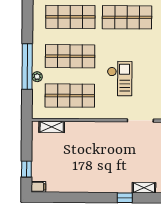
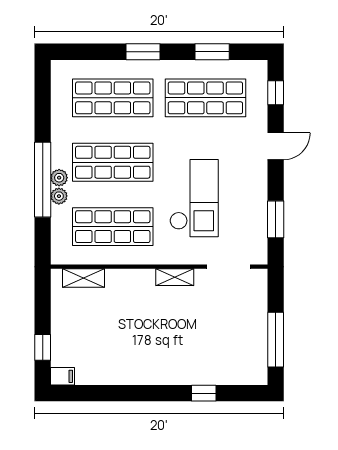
plant: (37, 65) -> (59, 178), added
checkout: (120, 79) -> (194, 198), width x1.36, depth x1.21
shelving: (144, 188) -> (175, 277), moved

